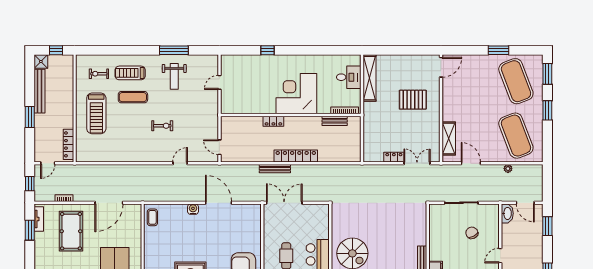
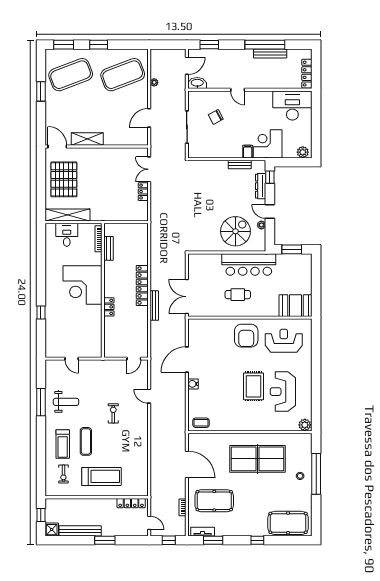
pallet: (413, 100) -> (64, 179), moved, width x1.37, depth x1.41
shelving: (449, 139) -> (87, 139), moved

